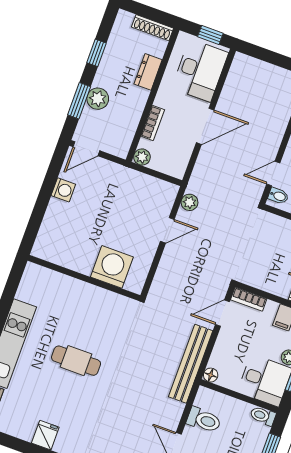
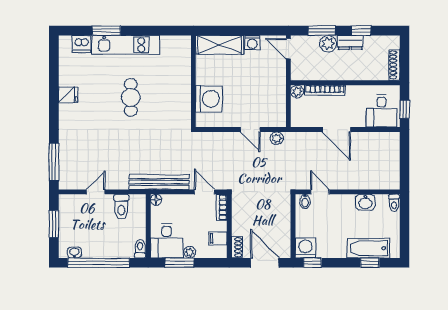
desk: (200, 70) -> (381, 111), width x0.73
dresser: (148, 72) -> (350, 42), moved, turned 180
bookcase: (153, 123) -> (325, 90), width x1.56
shelving: (51, 230) -> (220, 45), added

